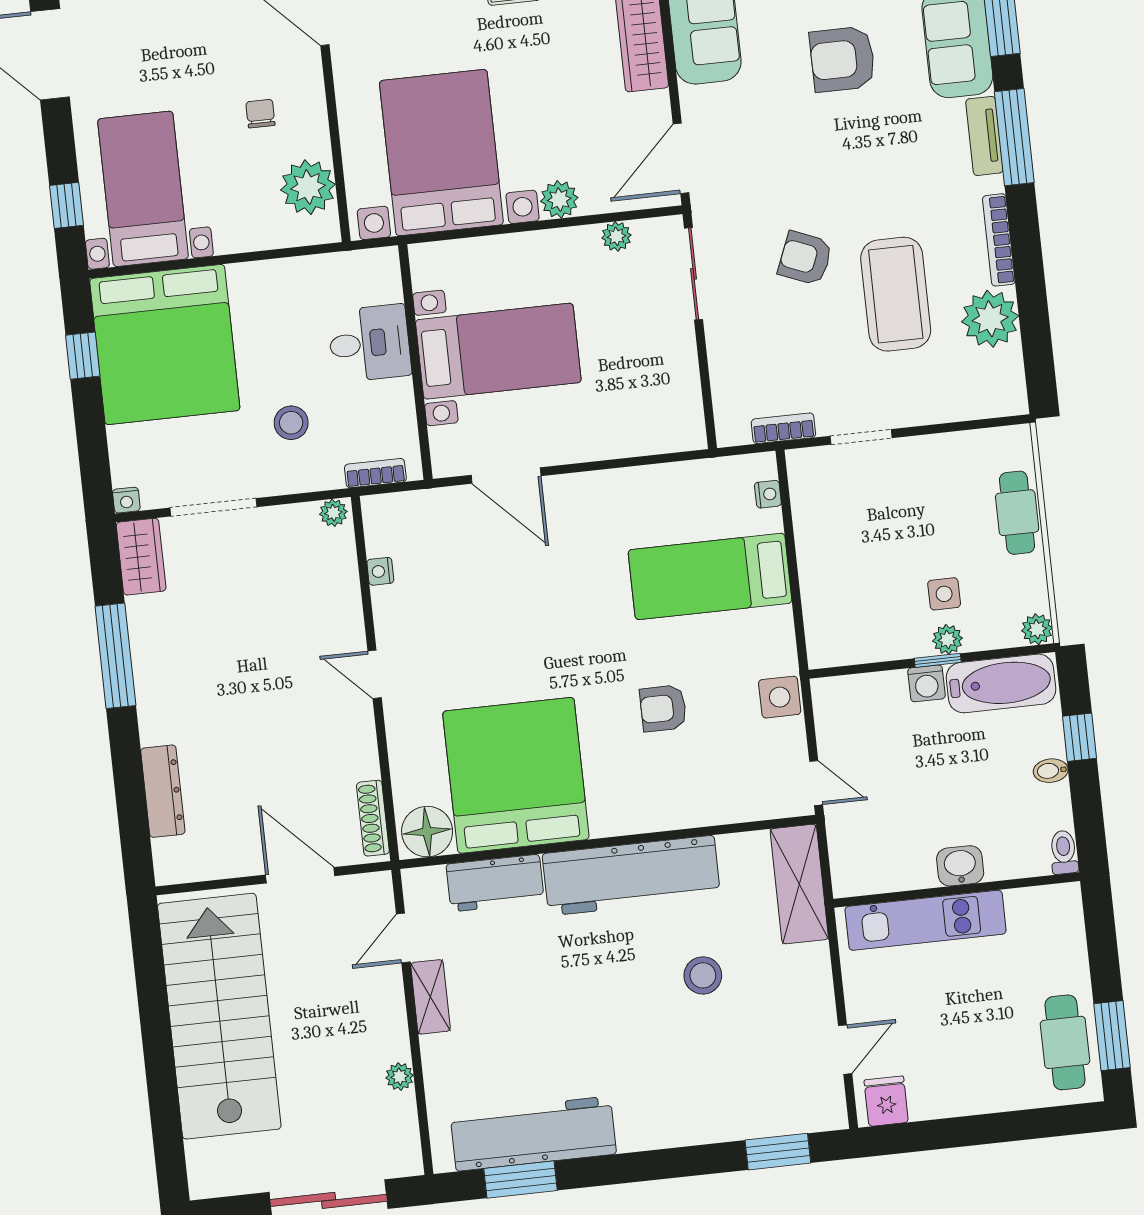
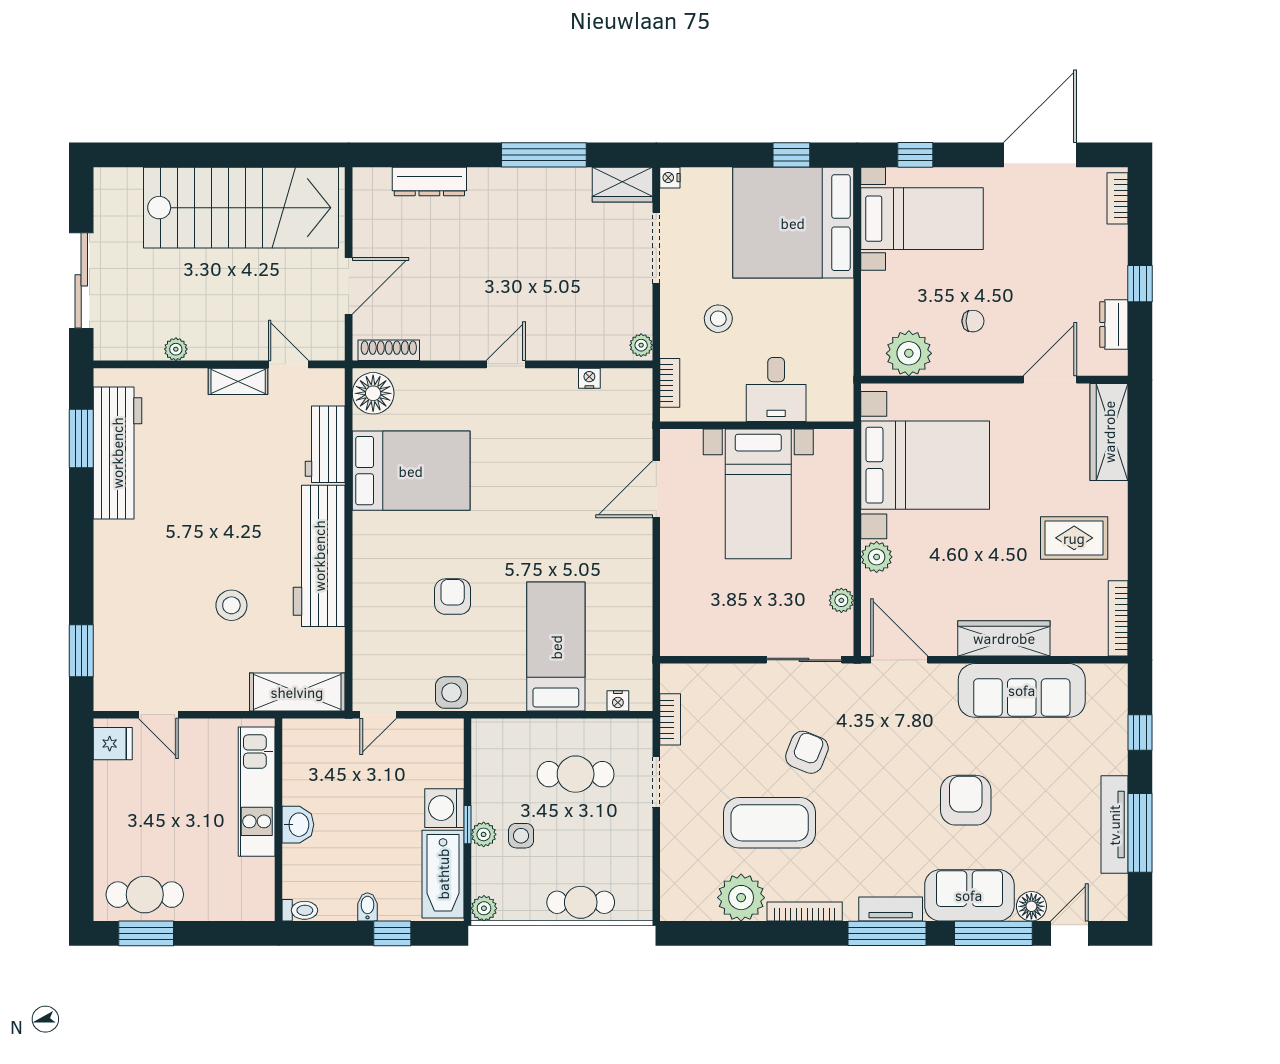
cafe table: (862, 536) -> (576, 774), added
washing machine: (926, 683) -> (444, 808), width x1.38, depth x1.38
bed: (516, 775) -> (411, 471), width x0.73

